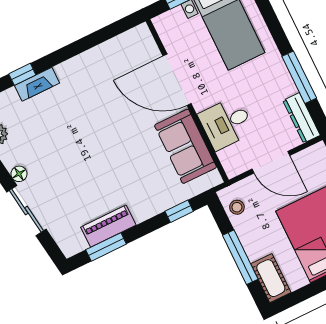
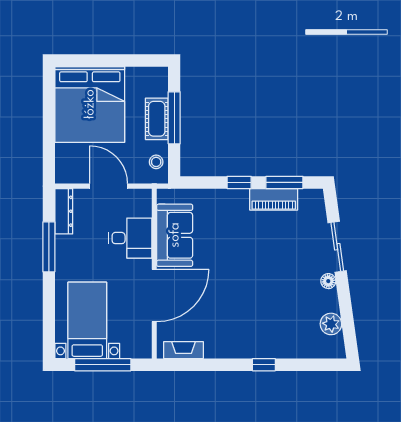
window: (22, 74) -> (264, 365), moved
door: (177, 80) -> (154, 296), hinge flipped
fireplace: (37, 84) -> (184, 350), moved
window: (179, 211) -> (239, 182), moved
cot: (271, 278) -> (157, 119), moved

